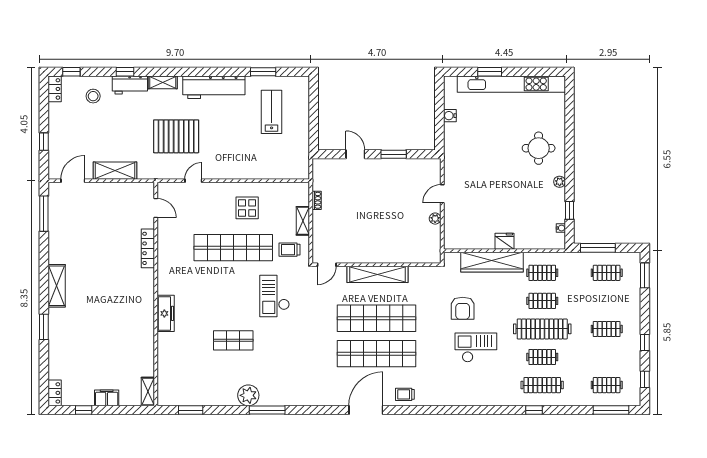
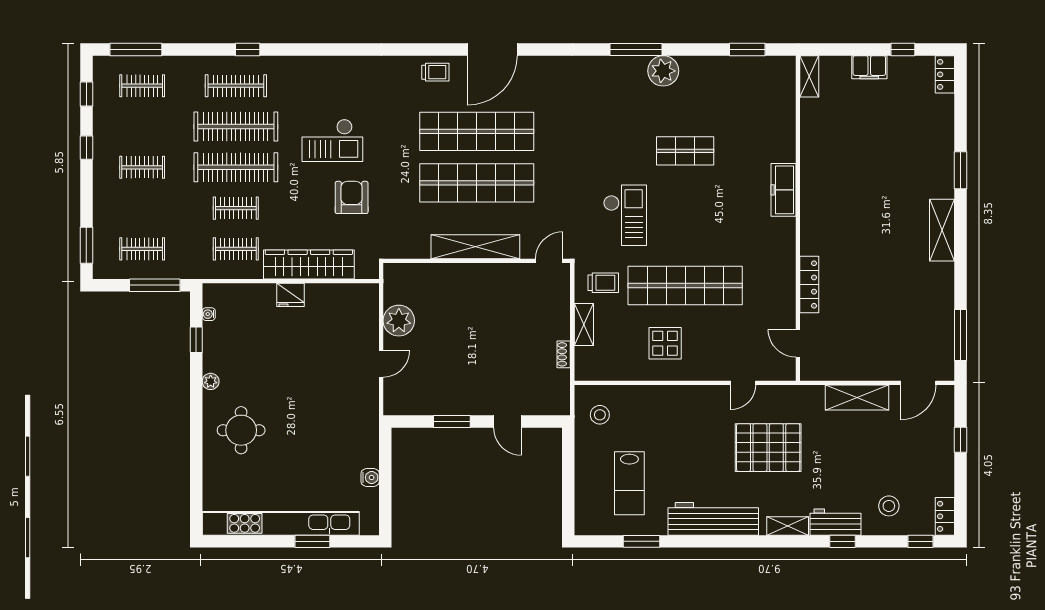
stool: (292, 159) -> (600, 415), added
plant: (435, 219) -> (399, 321), width x1.88, depth x1.88
clothes rail: (542, 357) -> (236, 127), width x1.86, depth x1.31

